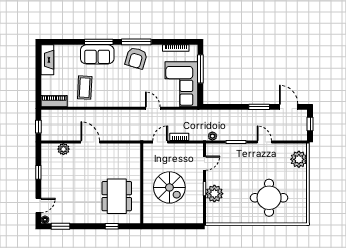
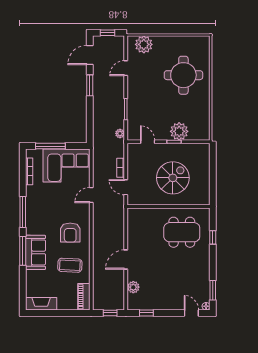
armchair: (136, 58) -> (70, 233), moved, turned 74
door: (264, 142) -> (126, 68), moved
window: (38, 172) -> (146, 313), moved

